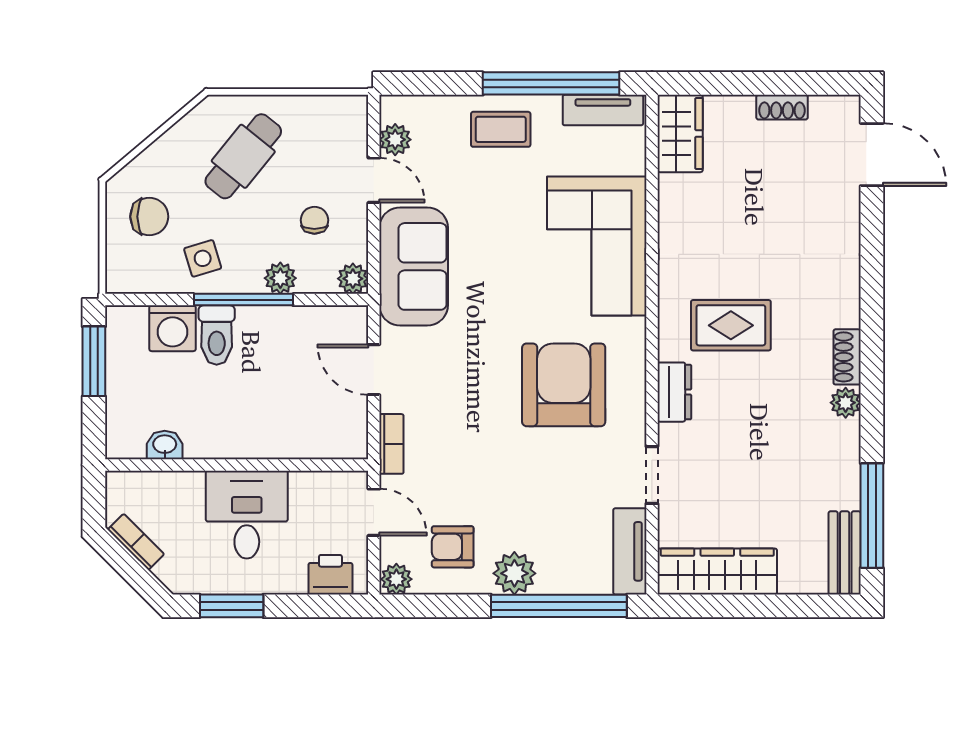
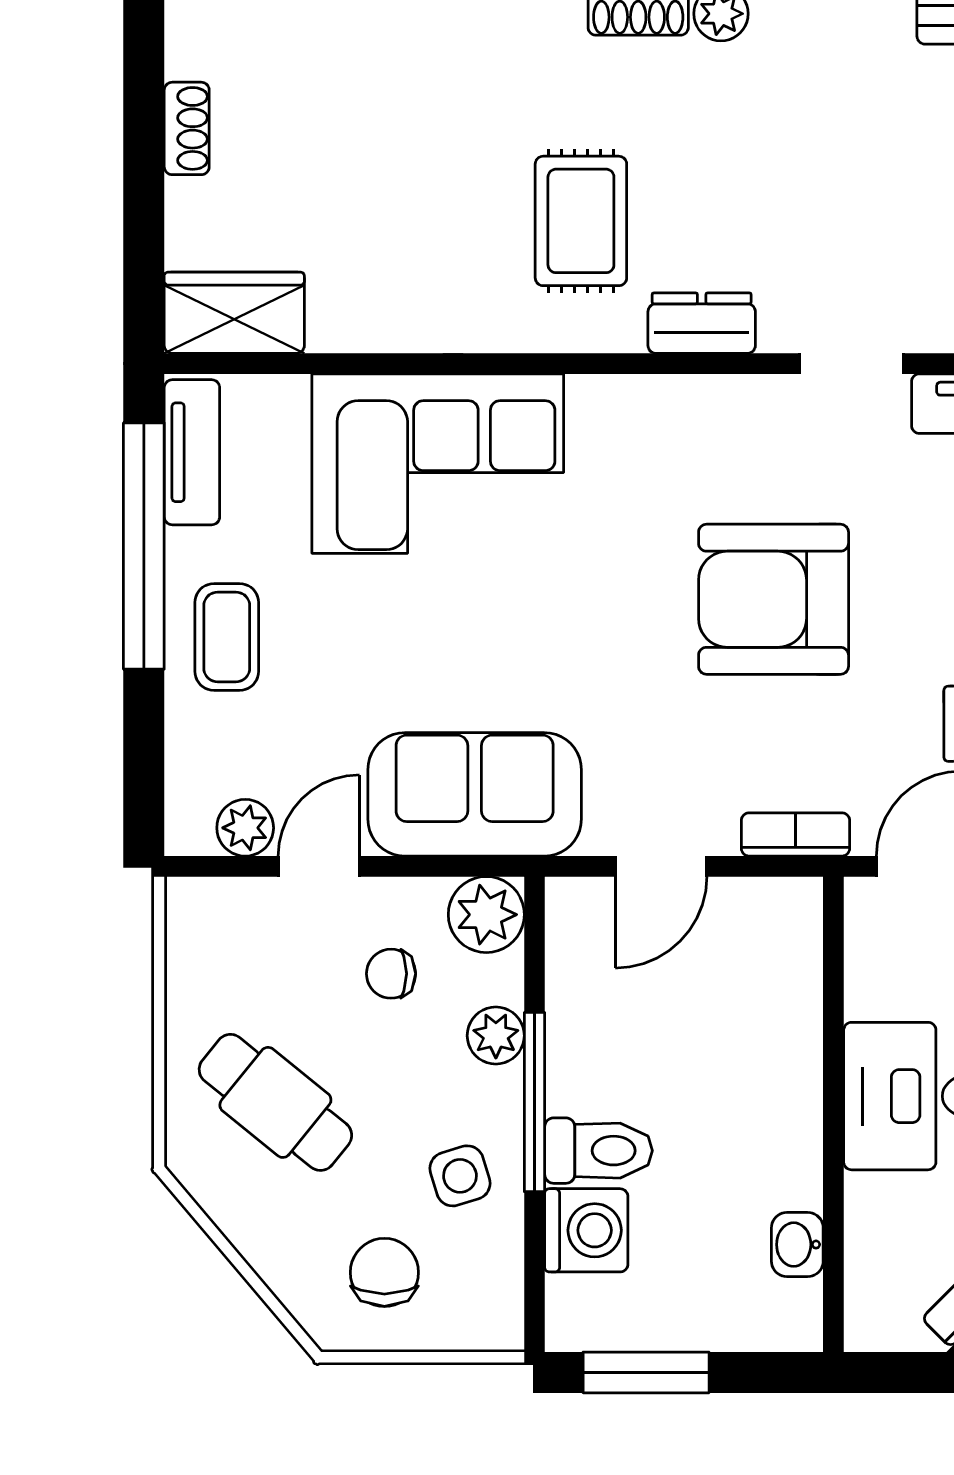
plant: (353, 279) -> (486, 915), width x1.38, depth x1.38
armchair: (564, 385) -> (774, 599), moved

